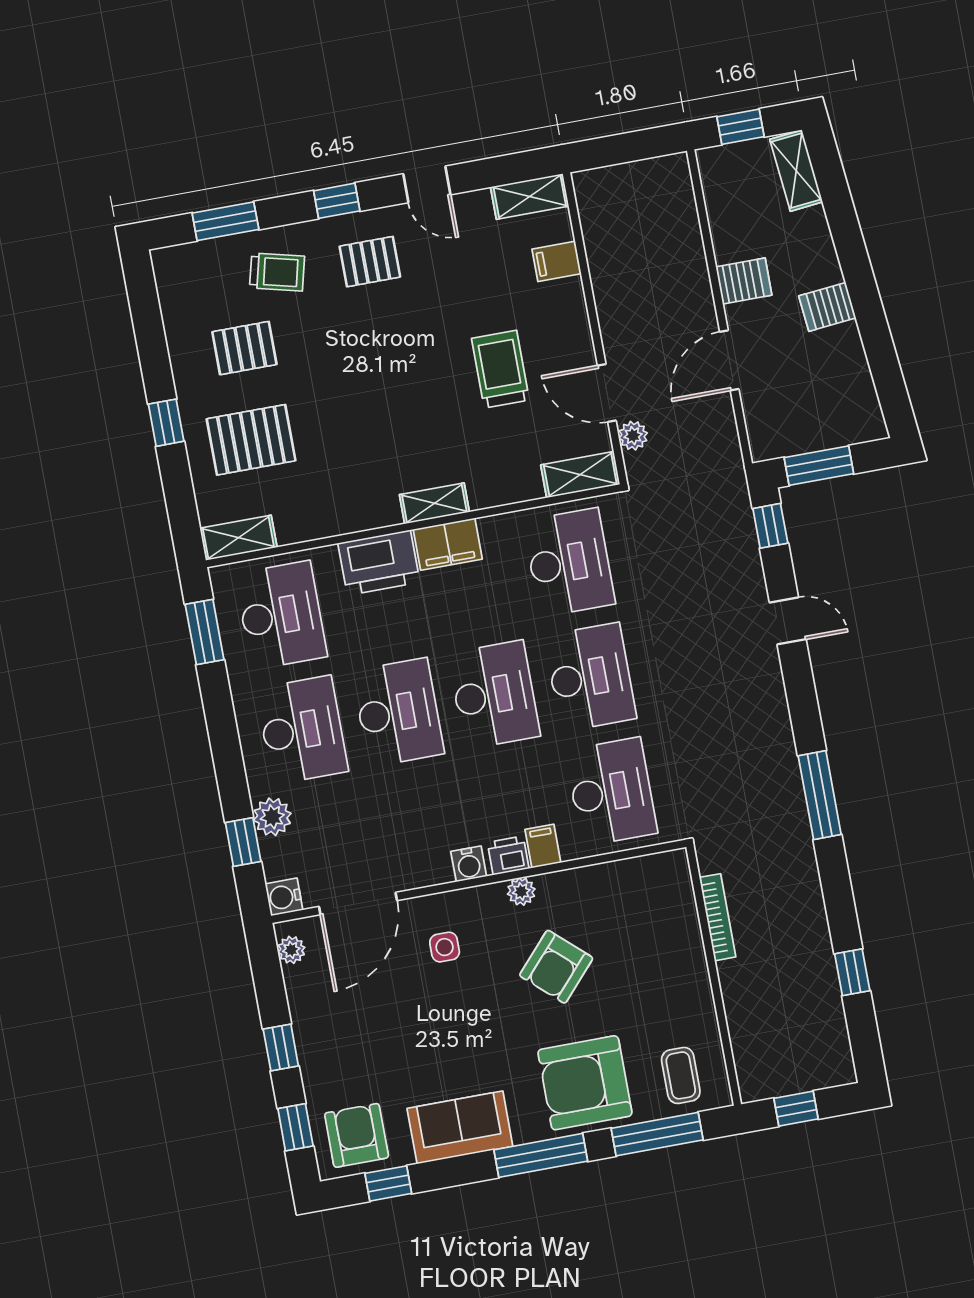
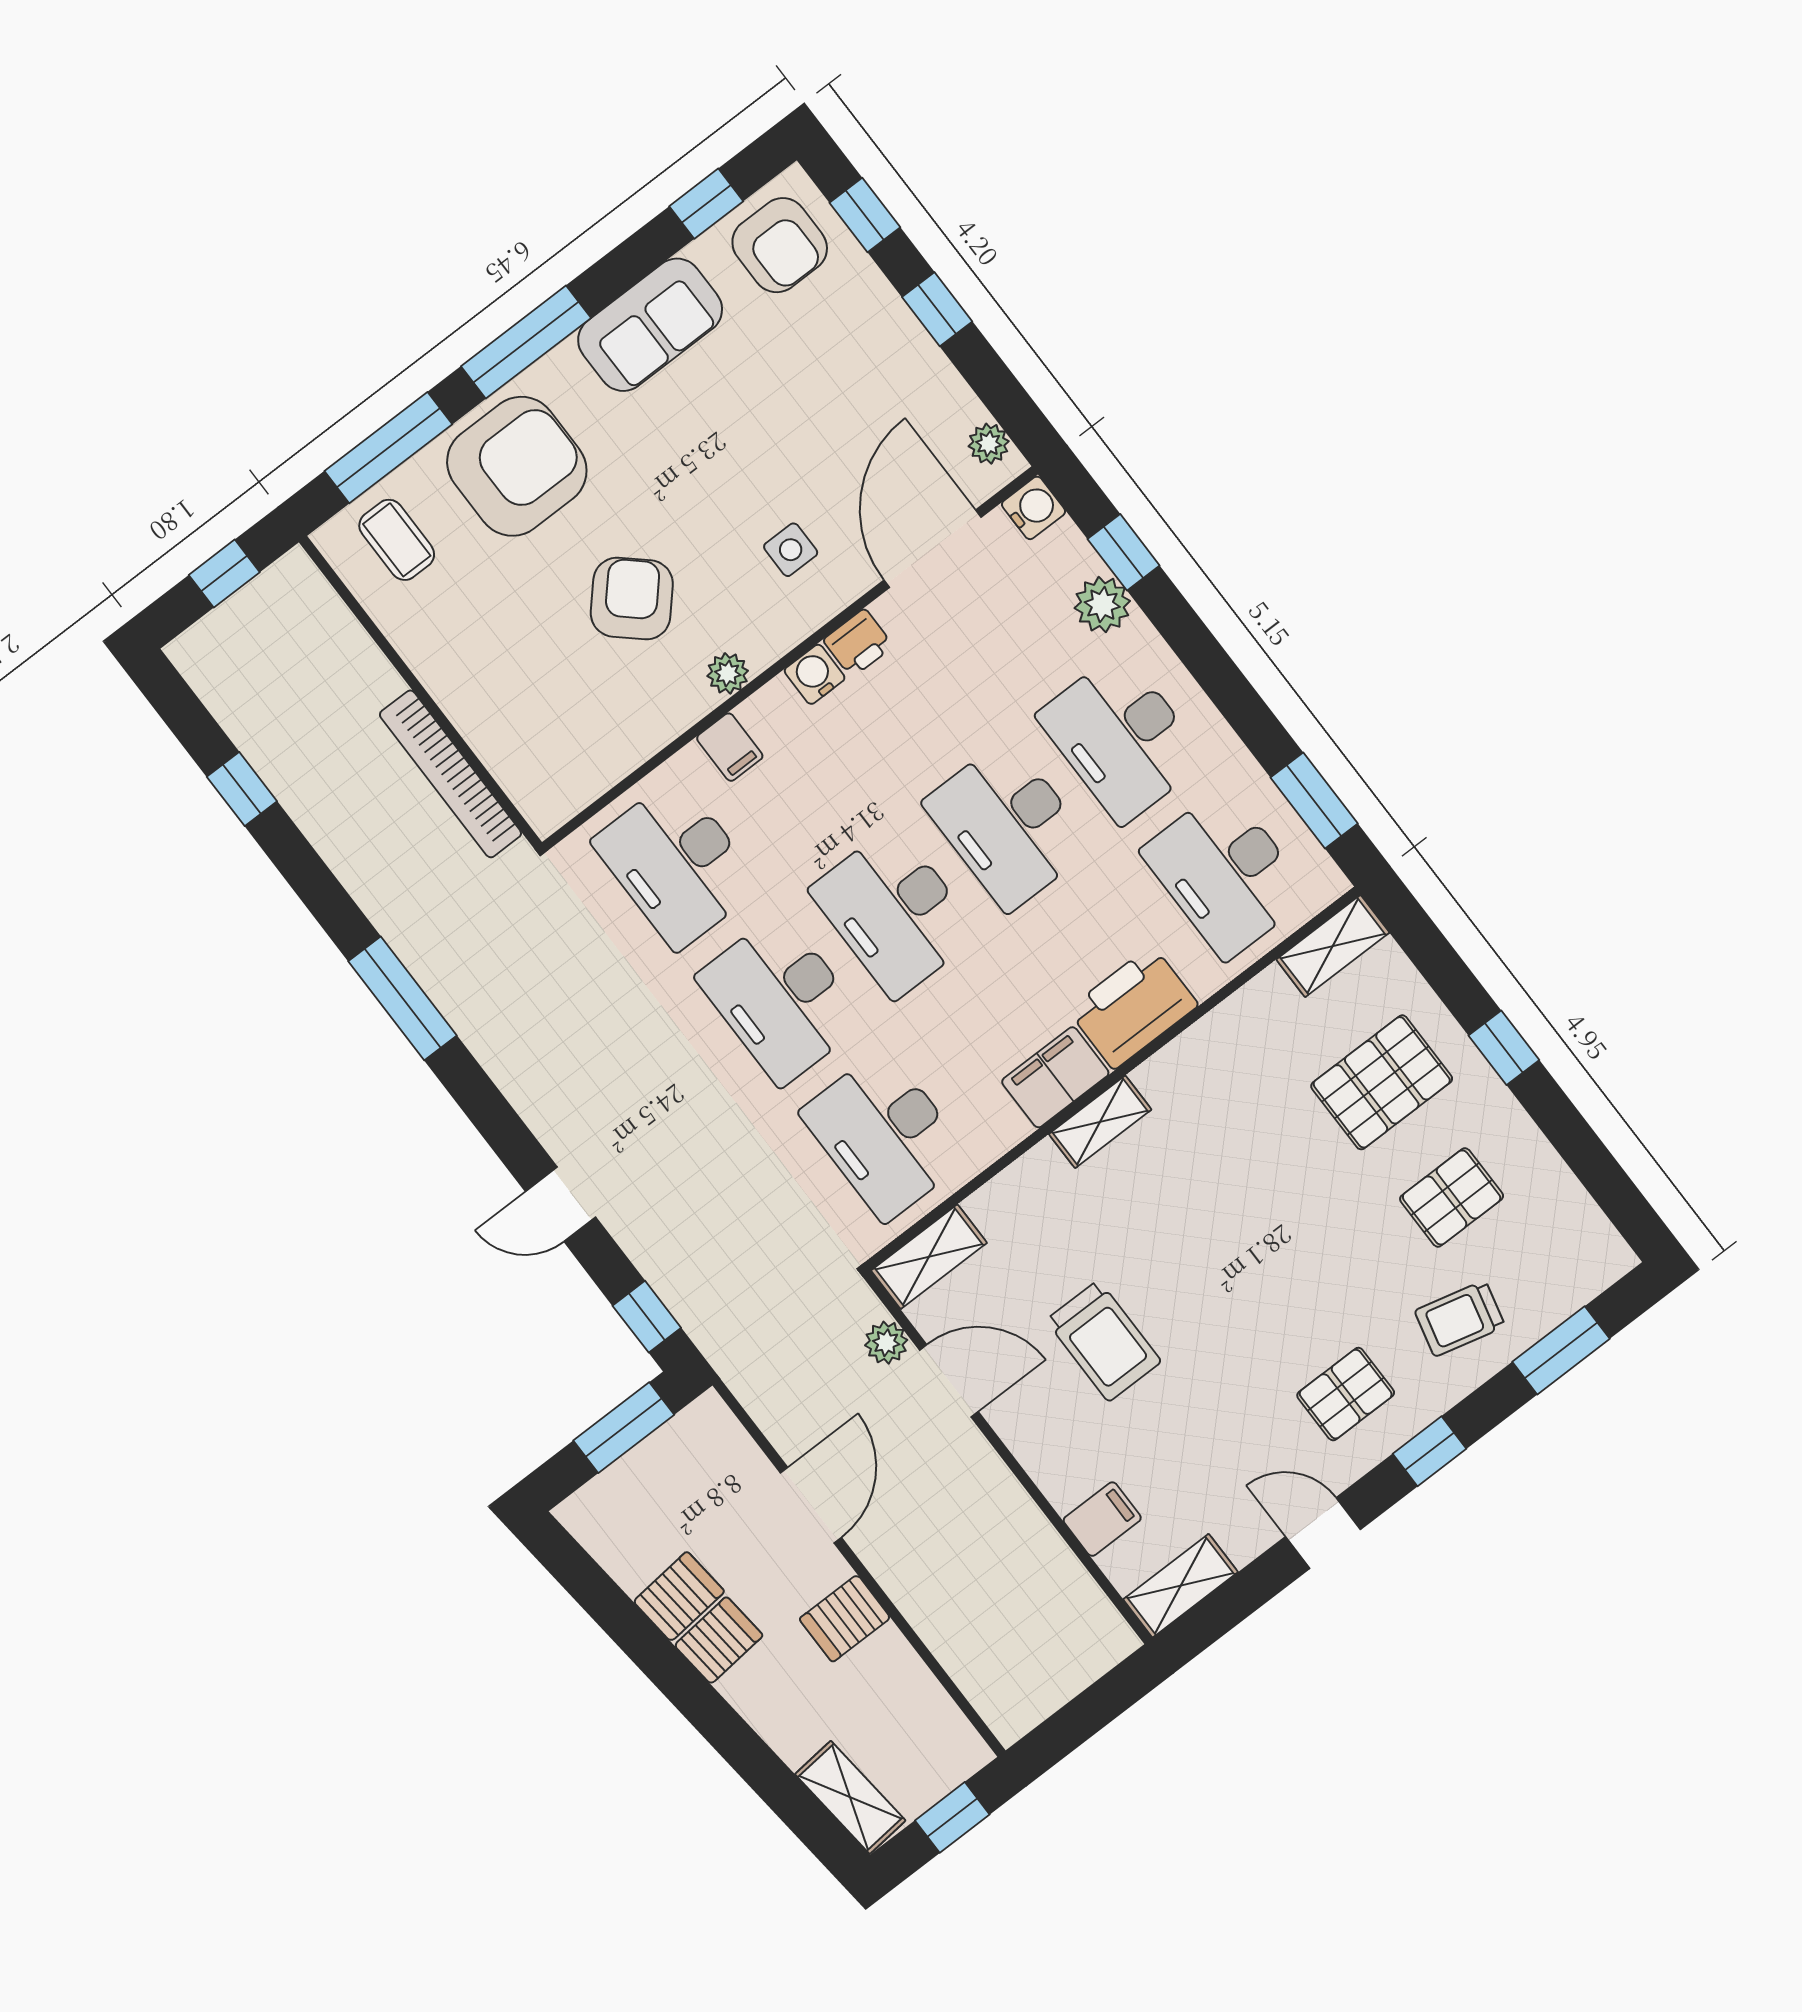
server rack: (838, 346) -> (679, 1596), added
printer: (508, 855) -> (858, 643), moved
bookcase: (718, 917) -> (450, 774), width x1.48, depth x1.31

